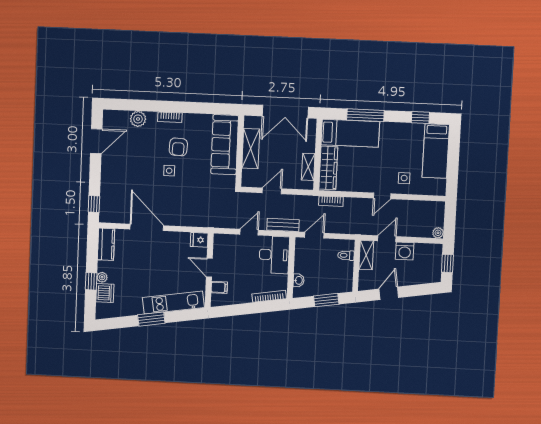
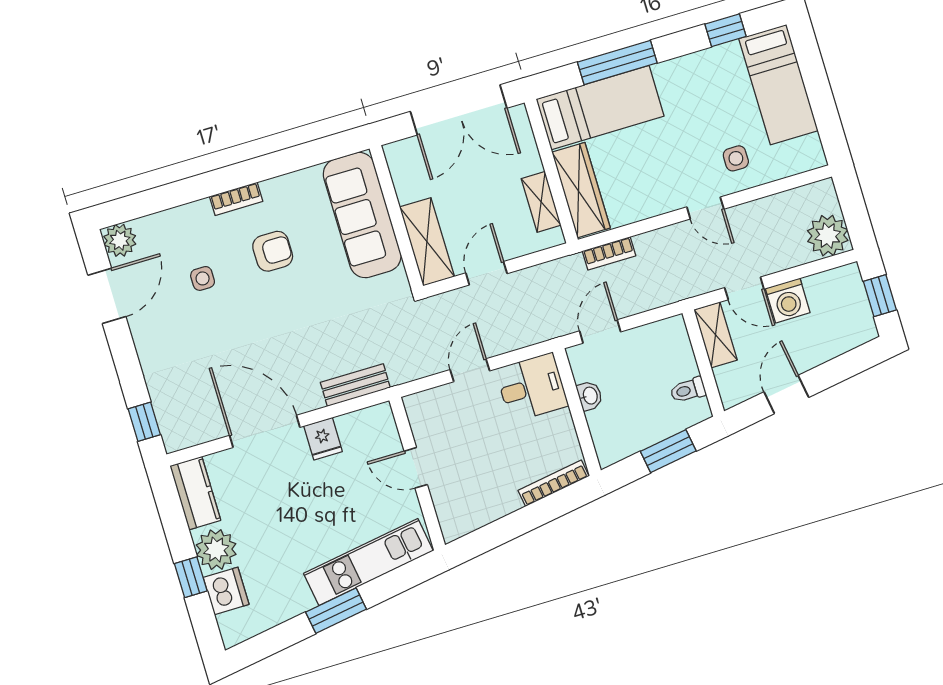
plant: (138, 119) -> (120, 240), moved
armchair: (178, 147) -> (273, 251), turned -93
shelving: (251, 149) -> (427, 242), moved
side table: (169, 171) -> (203, 278), moved
door: (382, 196) -> (705, 208), hinge flipped
bench: (283, 225) -> (355, 385), moved
plant: (438, 233) -> (828, 236), width x1.87, depth x1.87
door: (387, 239) -> (744, 288), swing flipped
fridge: (199, 240) -> (323, 439), moved, turned -90
desk: (274, 255) -> (532, 387), width x0.73
toilet: (346, 255) -> (688, 390), moved
plant: (102, 277) -> (216, 550), width x1.87, depth x1.87
washbasin: (299, 280) -> (590, 396), moved
filing cabinet: (219, 287) -> (449, 500), removed

